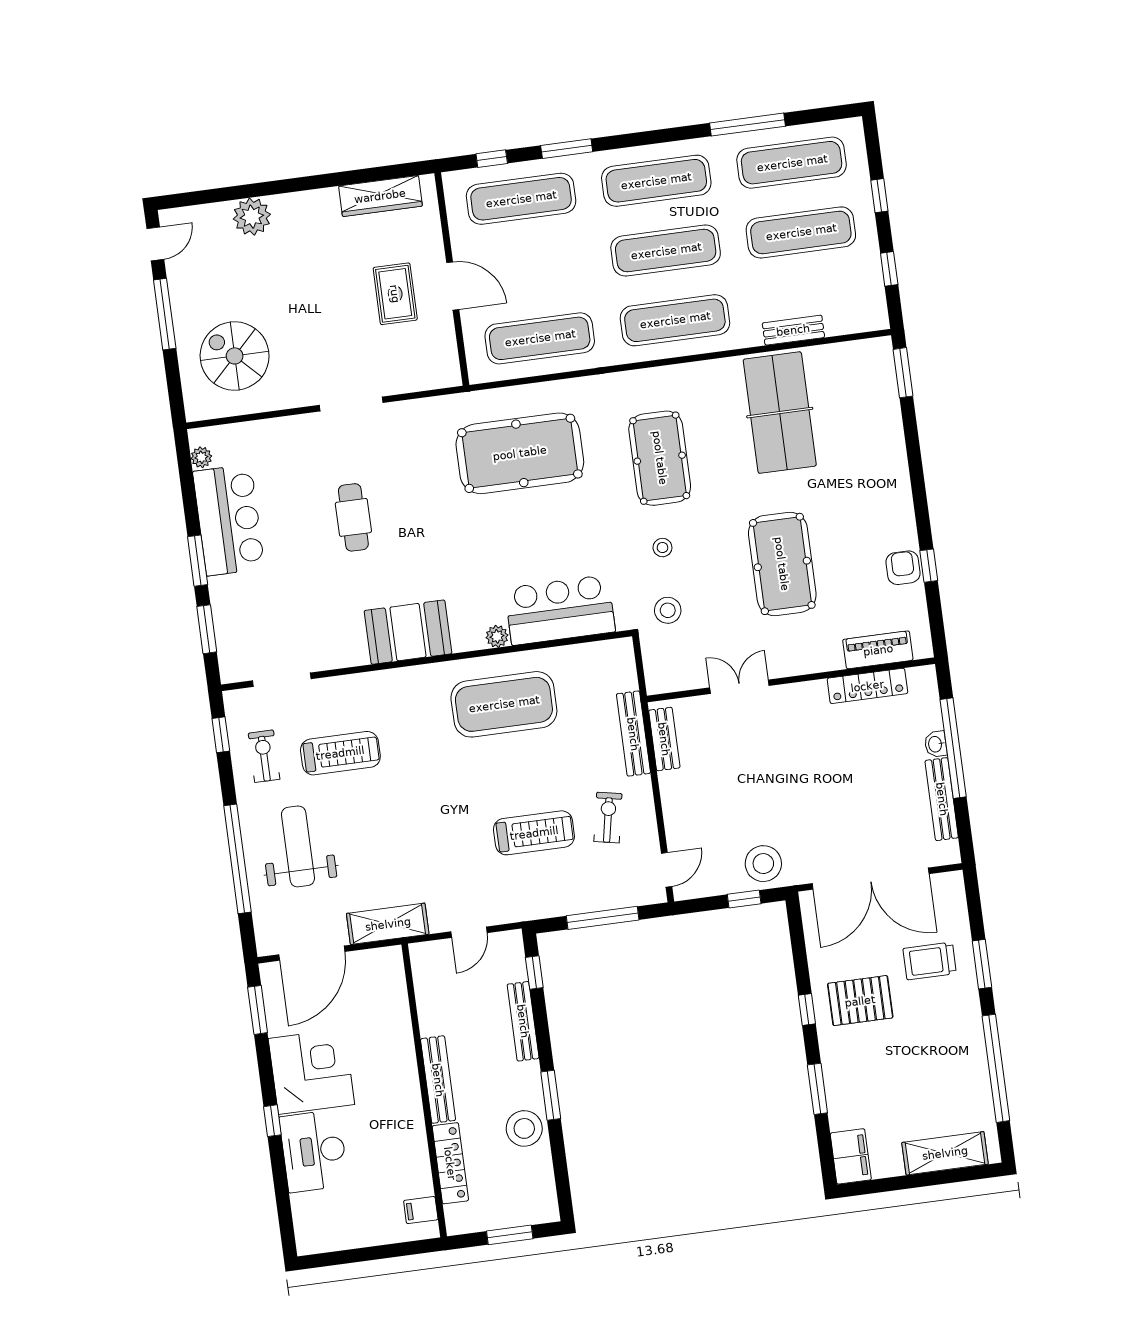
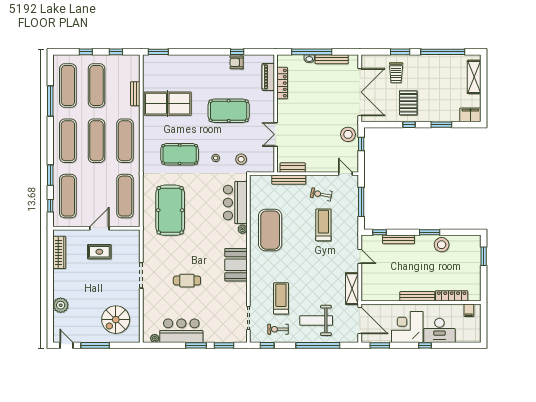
bench: (438, 1080) -> (417, 296), moved
wall: (424, 1090) -> (421, 302), moved
locker: (450, 1163) -> (452, 296), moved
filing cabinet: (421, 1210) -> (469, 310), moved

